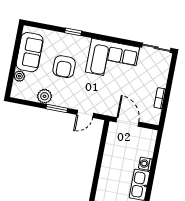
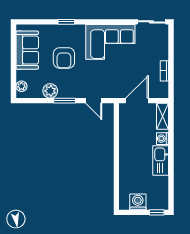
plant: (19, 76) -> (21, 86), moved
door: (85, 114) -> (94, 101), hinge flipped
door: (128, 122) -> (137, 101), hinge flipped
shelving: (150, 142) -> (163, 116), added

